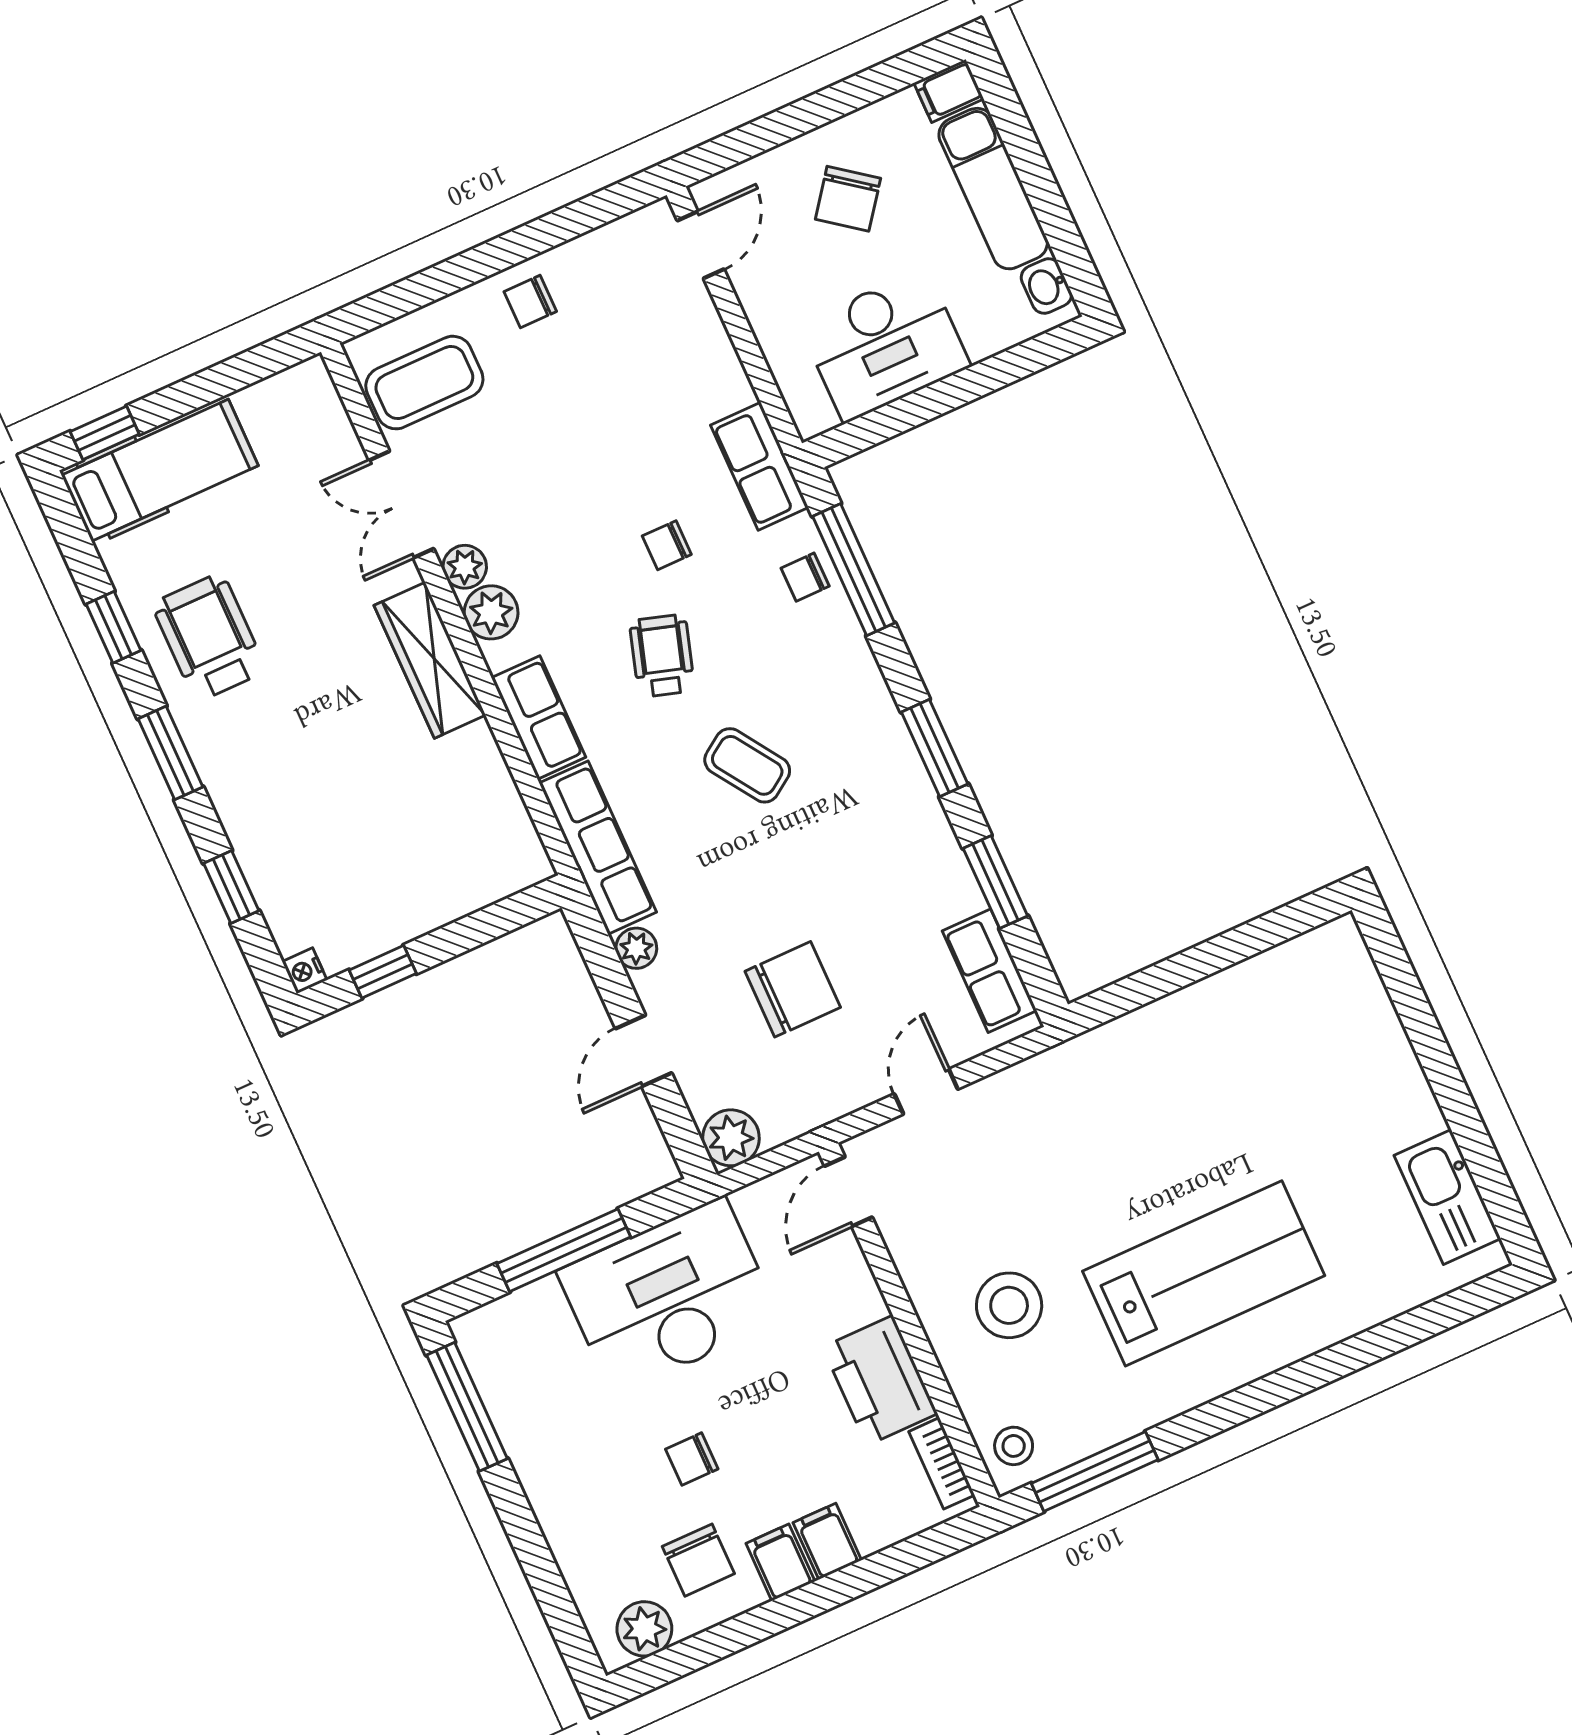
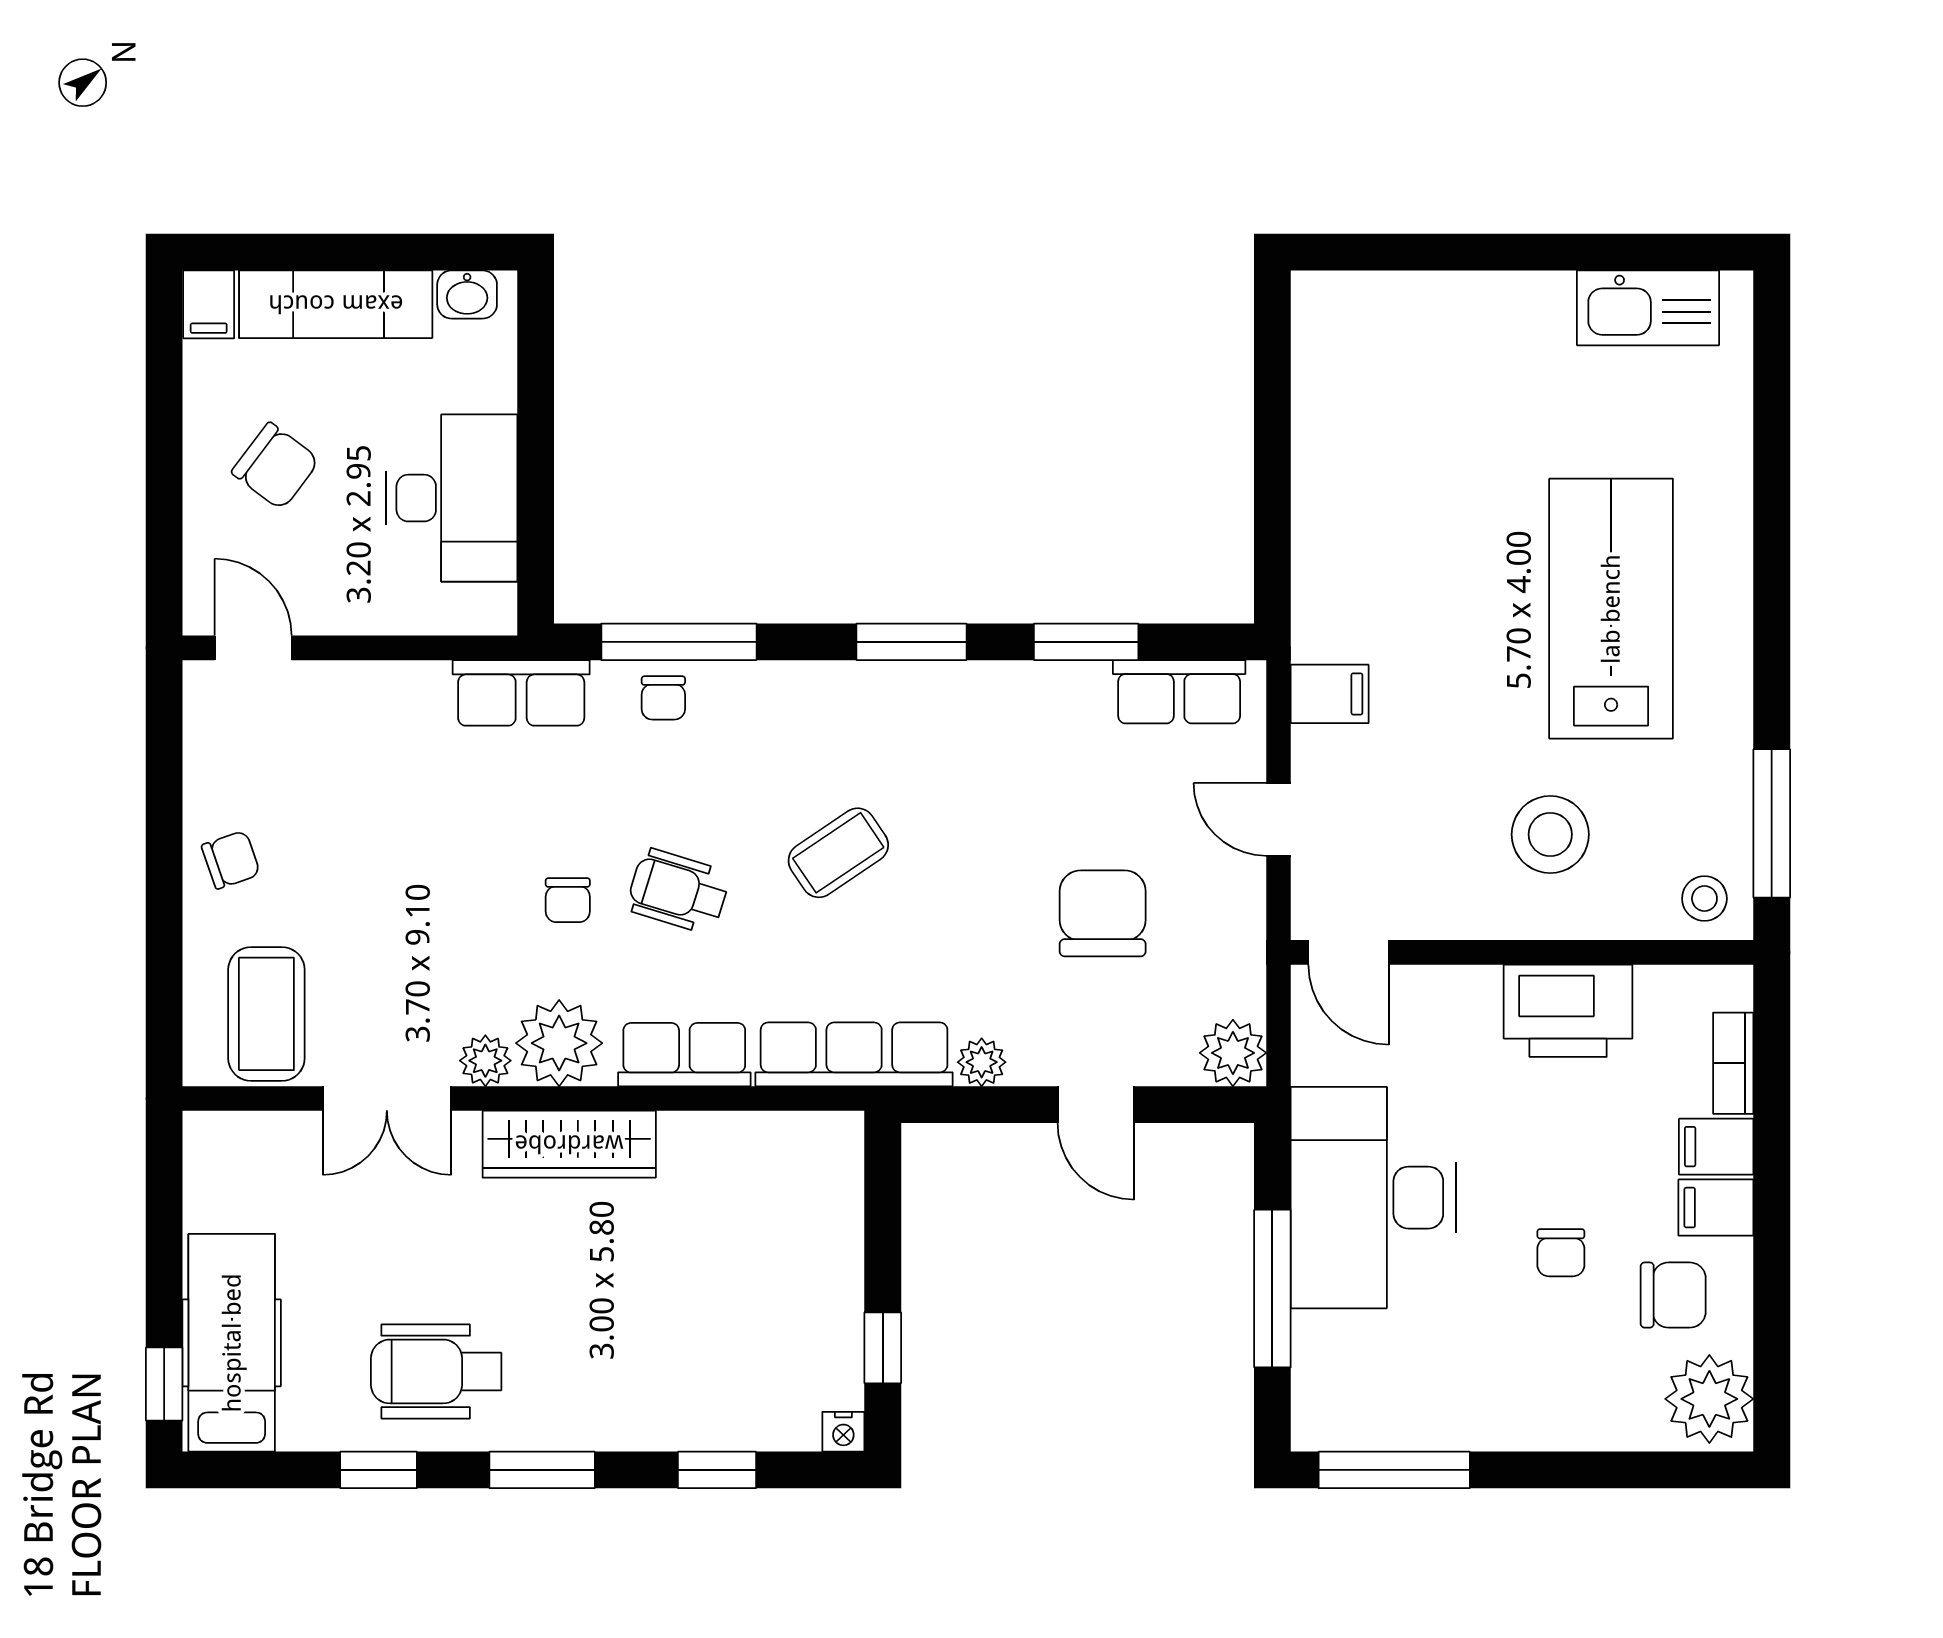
chair: (530, 302) -> (231, 860), turned -109
chair: (667, 545) -> (568, 900), moved
plant: (491, 612) -> (559, 1043), width x1.36, depth x1.36
filing cabinet: (1040, 1087) -> (1330, 694), added
bookcase: (942, 1463) -> (1733, 1063), moved, turned 90
plant: (644, 1629) -> (1709, 1399), width x1.36, depth x1.36

